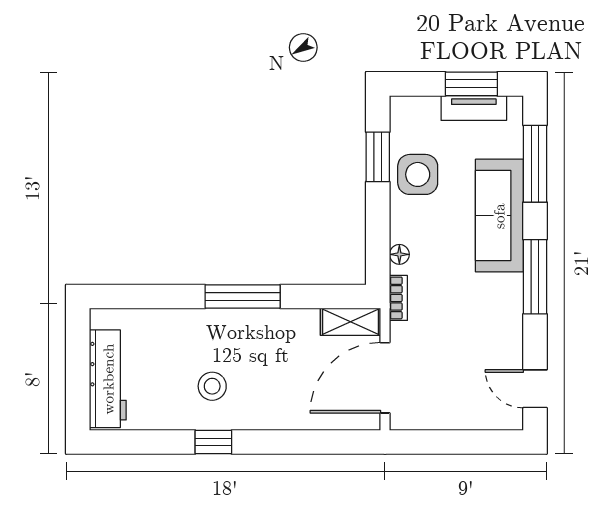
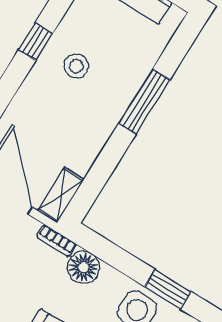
floor lamp: (399, 254) -> (84, 267), width x1.89, depth x1.89
window: (243, 296) -> (144, 102), moved

